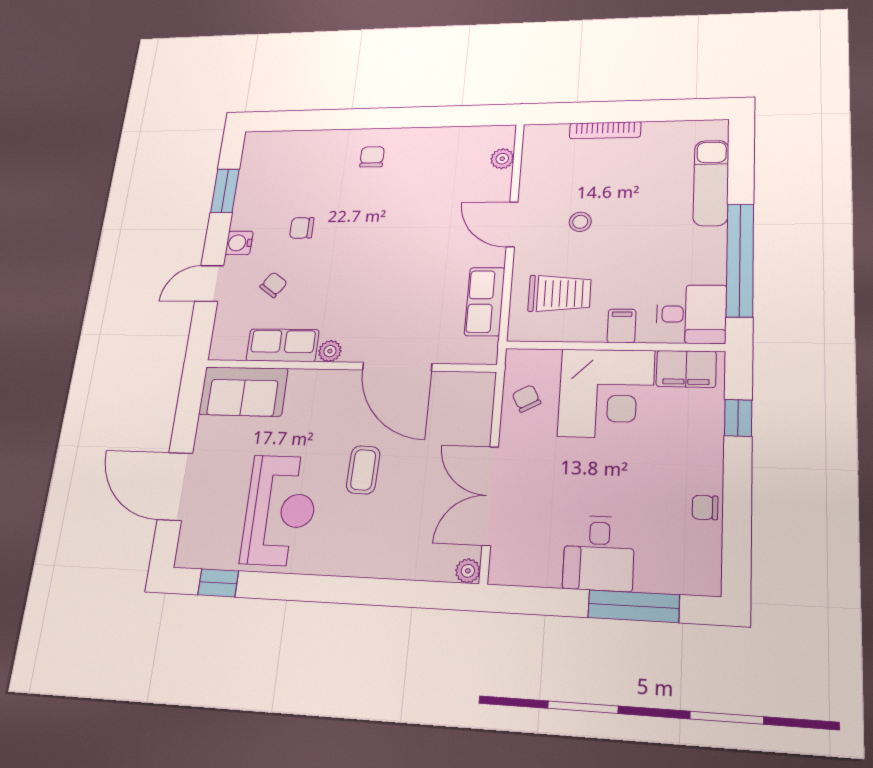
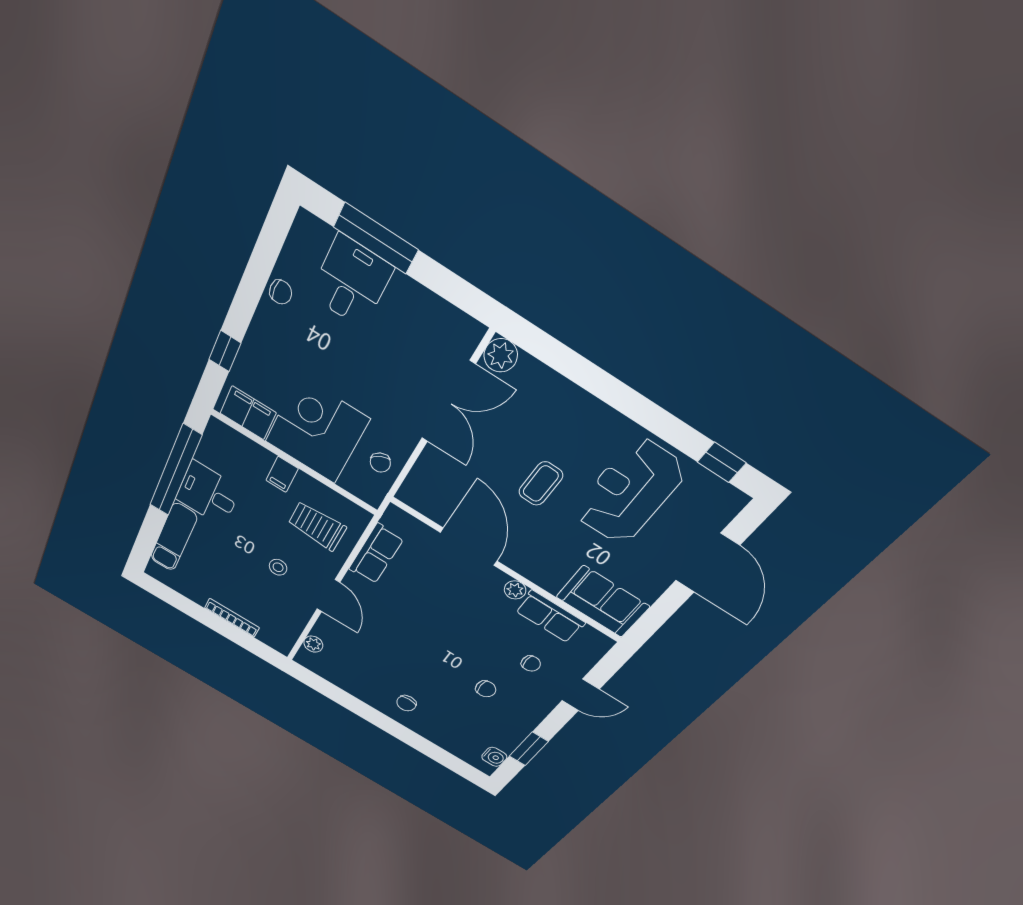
water cooler: (239, 243) -> (494, 757), moved
chair: (274, 285) -> (531, 663), turned -126
desk: (691, 314) -> (208, 494), moved
desk: (599, 553) -> (351, 282), moved
plant: (468, 571) -> (501, 355), width x1.38, depth x1.38

